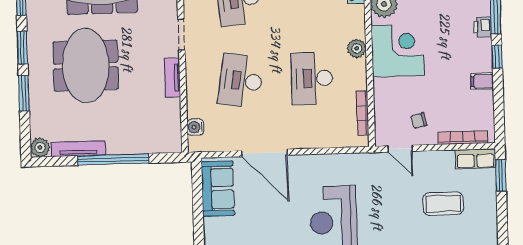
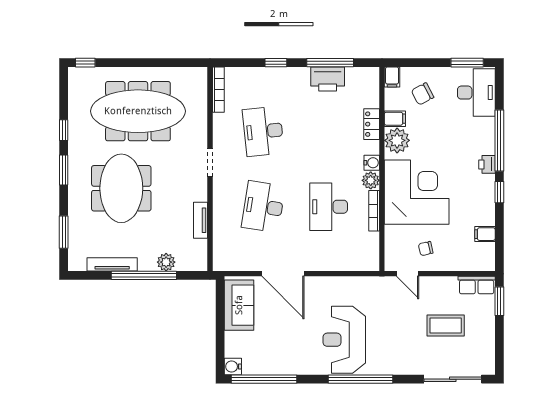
corner desk: (398, 51) -> (417, 192), width x1.36, depth x1.36
tv unit: (172, 77) -> (201, 220), moved
filing cabinet: (482, 81) -> (485, 234), moved
window: (24, 93) -> (64, 232), moved
bookcase: (363, 113) -> (374, 211), moved
water cooler: (195, 127) -> (372, 163), moved, turned 180
bookcase: (463, 138) -> (466, 265), removed
plant: (40, 147) -> (166, 262), moved

